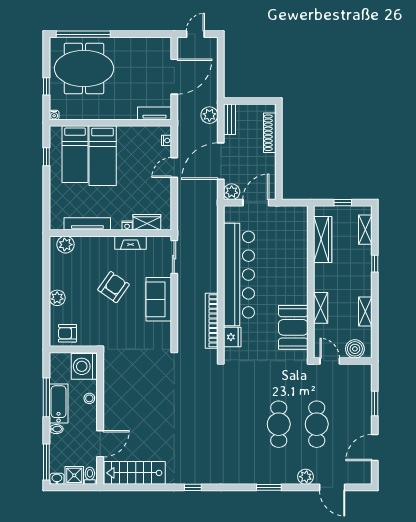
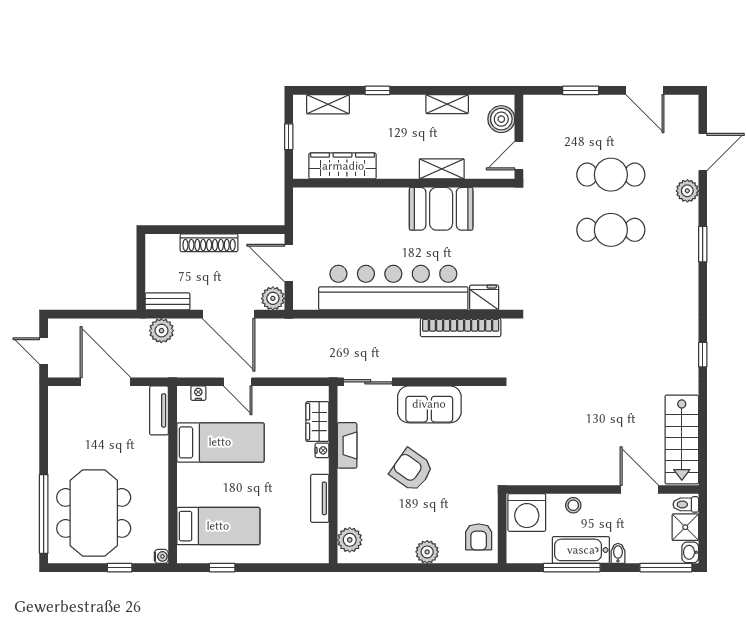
shoe rack: (270, 133) -> (209, 243), moved
bed: (103, 156) -> (220, 442), moved
tv unit: (87, 224) -> (320, 498), width x0.71
booth: (293, 327) -> (441, 209), moved

